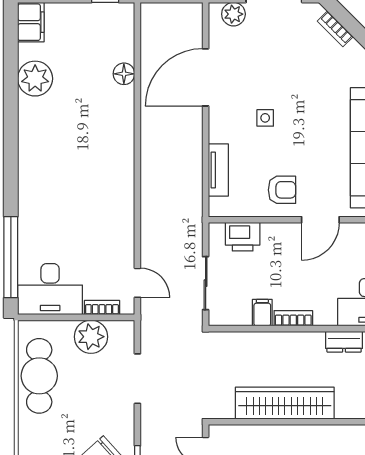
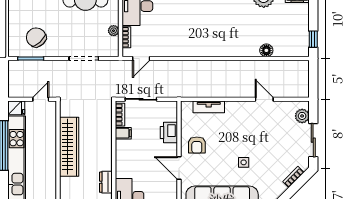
door: (206, 77) -> (264, 99), width x0.53
side table: (265, 118) -> (244, 162), moved
printer: (243, 237) -> (169, 133), moved
bookcase: (293, 318) -> (120, 115), moved
plant: (91, 337) -> (114, 31), width x0.53, depth x0.53

